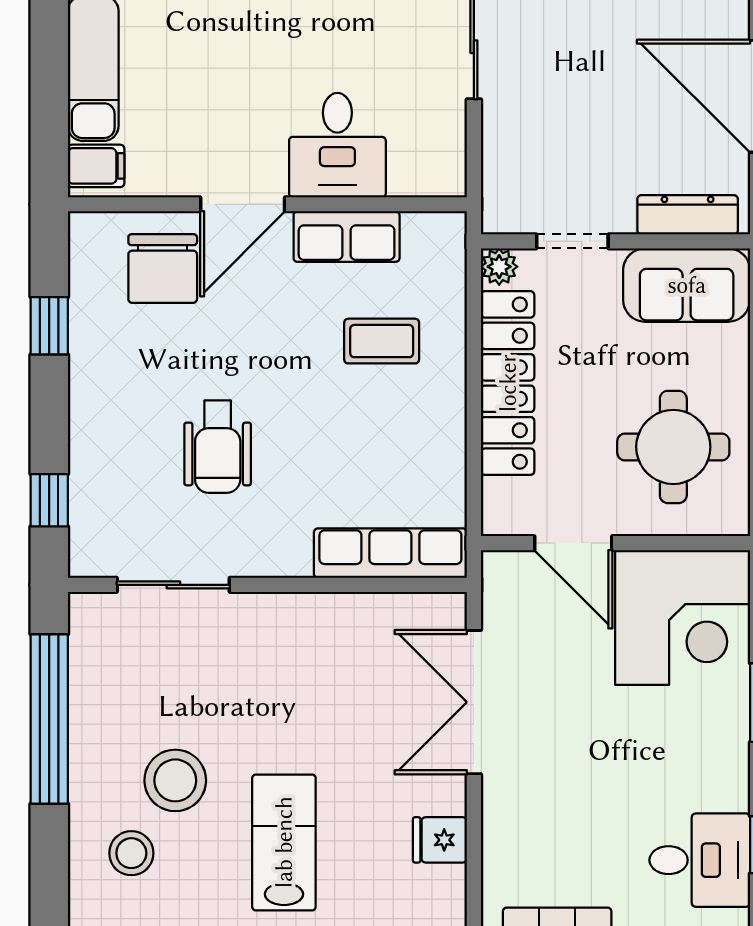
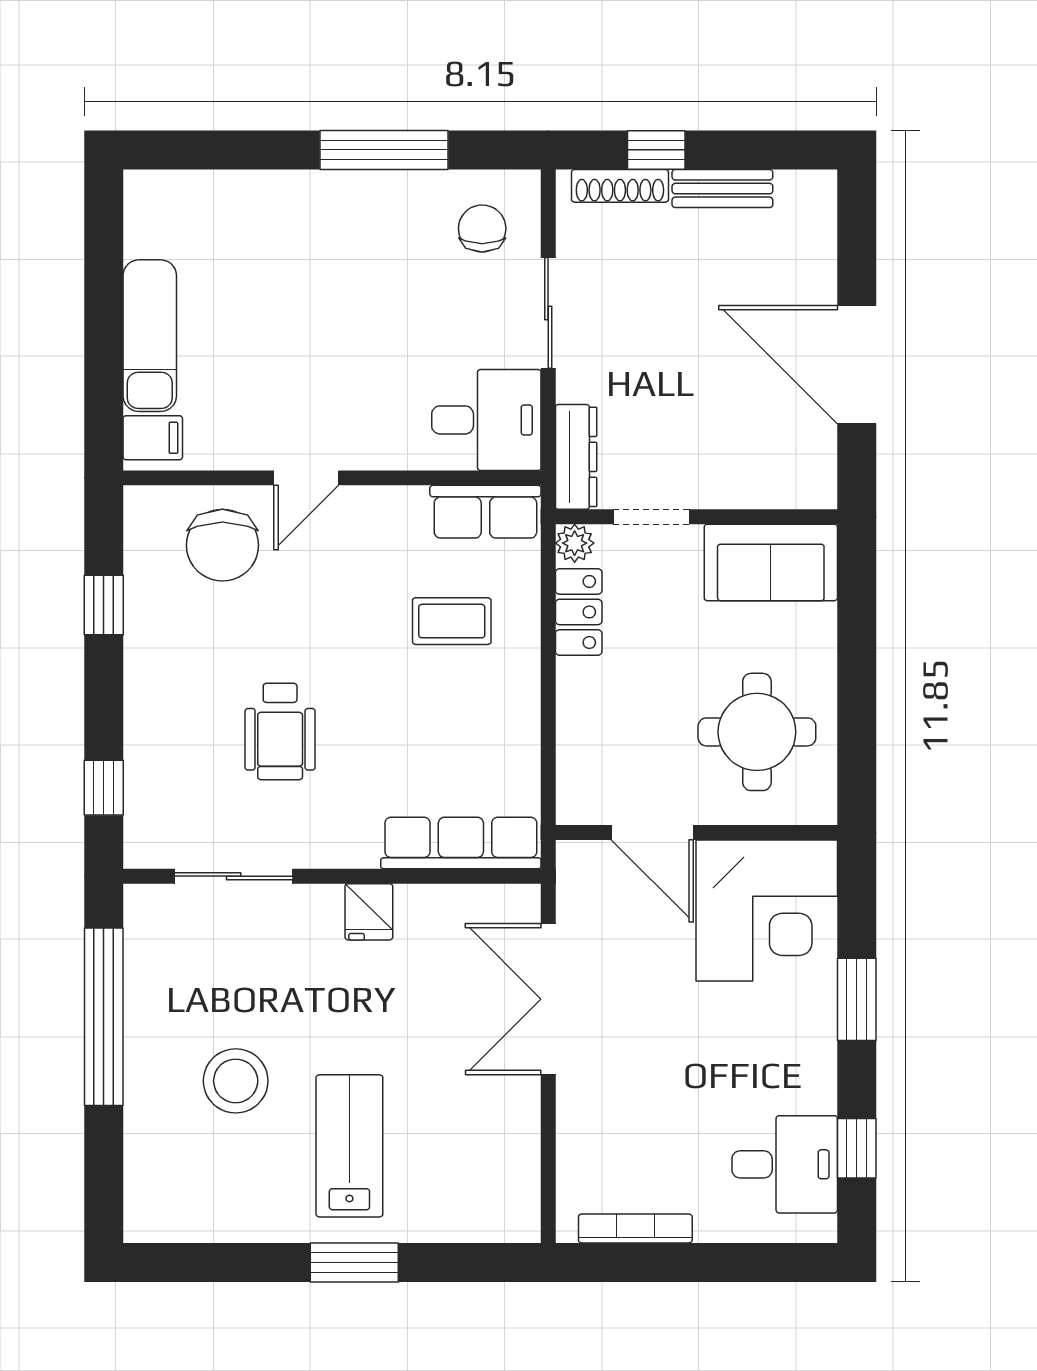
desk: (337, 145) -> (486, 420), moved, turned -90
door: (243, 204) -> (306, 478), width x0.73
dresser: (688, 215) -> (576, 457), moved, turned 90
row of seats: (347, 237) -> (485, 512), moved
locker: (508, 383) -> (579, 612), width x0.46, depth x0.83
fridge: (440, 840) -> (369, 912), moved, turned -90
stool: (131, 853) -> (190, 1157), removed

